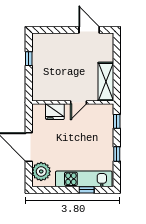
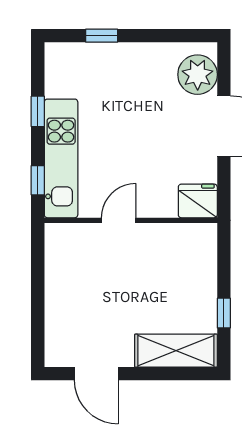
shelving: (106, 82) -> (176, 351), moved, turned 90
fridge: (55, 112) -> (198, 201), moved
kitchen unit: (84, 179) -> (61, 158), moved, turned -90

